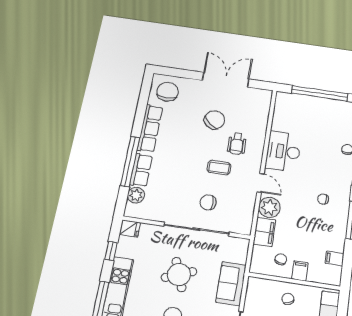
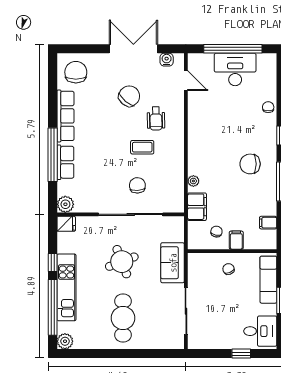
water cooler: (255, 93) -> (167, 60), added
desk: (283, 151) -> (235, 70), moved, turned 90
door: (261, 183) -> (186, 81), moved
plant: (136, 195) -> (65, 204), moved
chair: (323, 199) -> (250, 164), width x1.87, depth x1.87
chair: (208, 202) -> (137, 185), turned 86
plant: (269, 207) -> (193, 181), width x0.53, depth x0.53
window: (111, 251) -> (53, 263), moved

